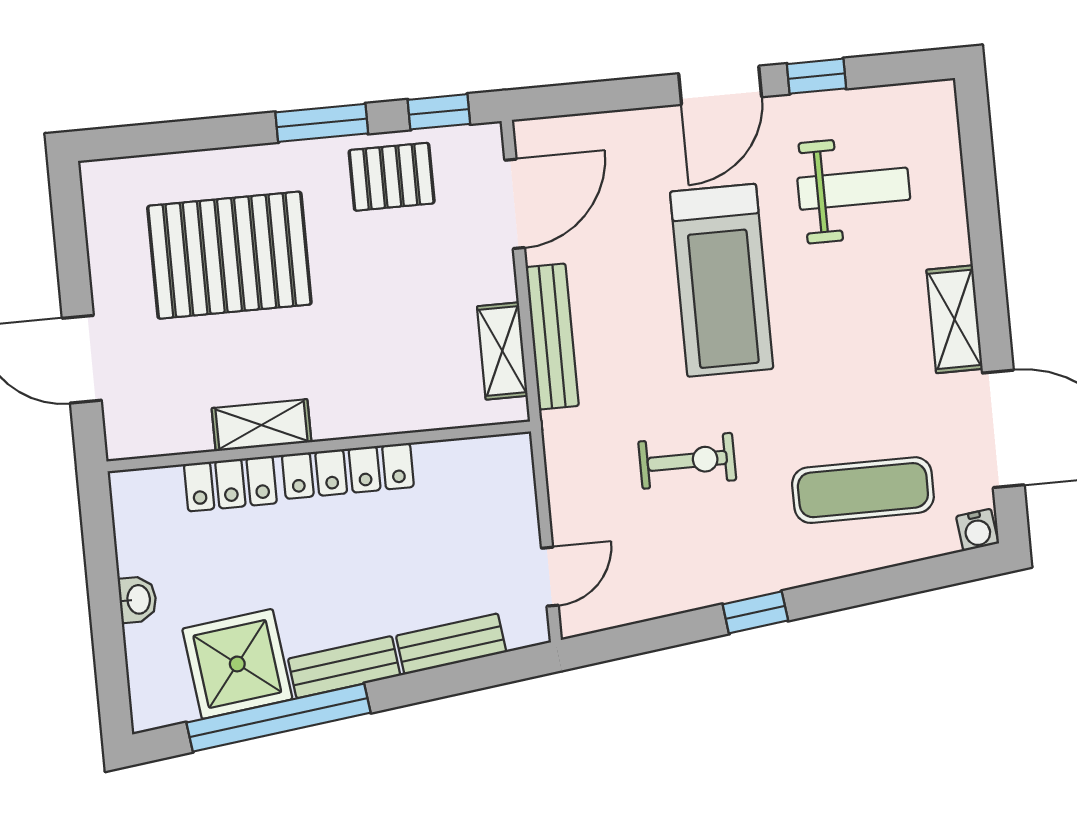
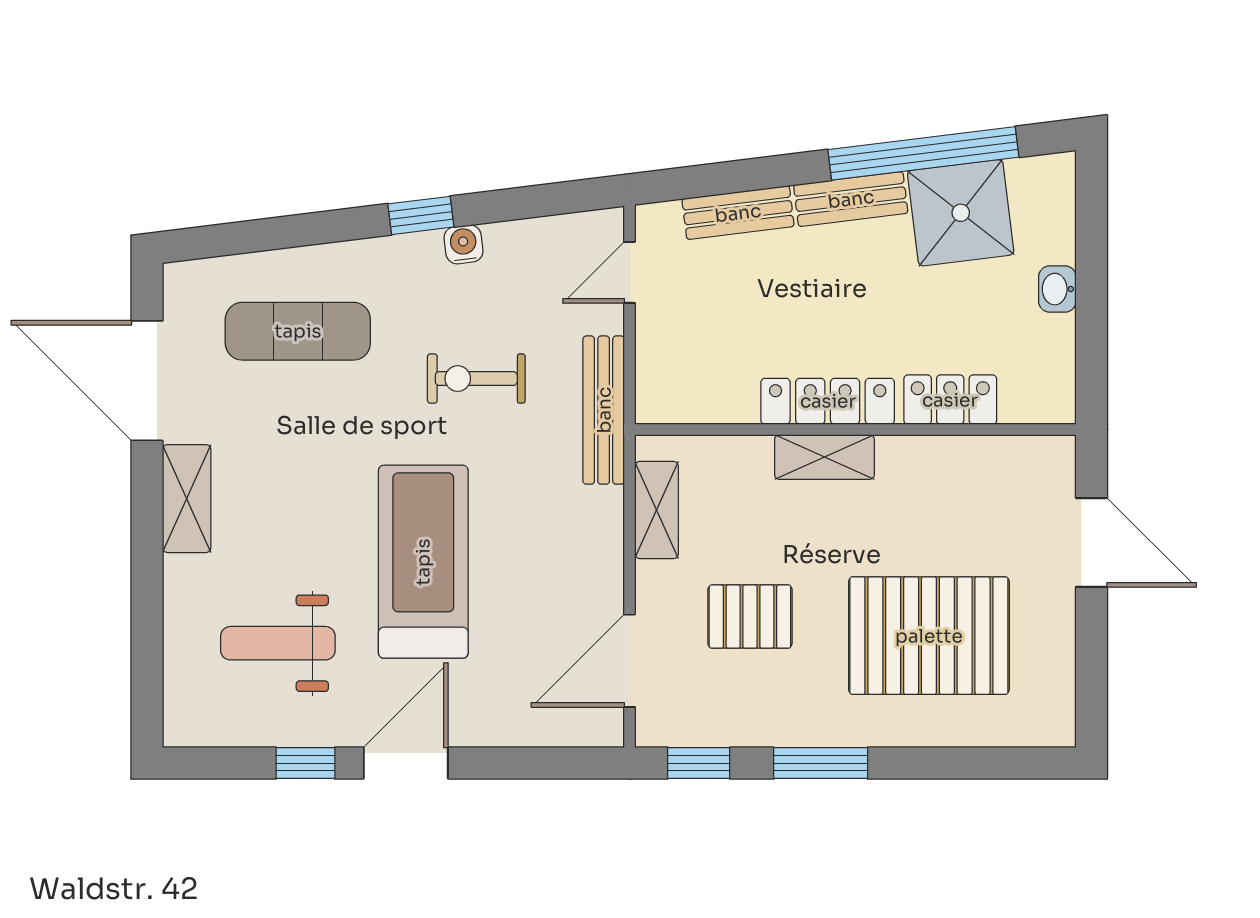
pallet: (392, 177) -> (750, 617), moved
bench: (552, 337) -> (604, 410), moved
shelving: (261, 425) -> (824, 457), moved
water cooler: (977, 530) -> (464, 244), moved

